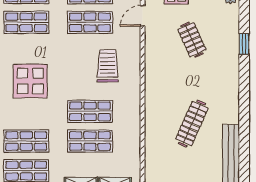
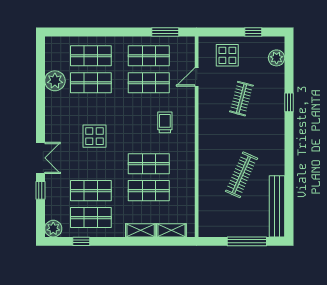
clothes rail: (192, 40) -> (241, 99), turned 39
trolley: (108, 66) -> (165, 122), width x0.73, depth x0.72
display table: (30, 81) -> (95, 136), width x0.73, depth x0.73

